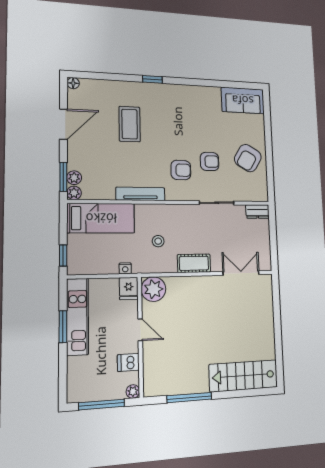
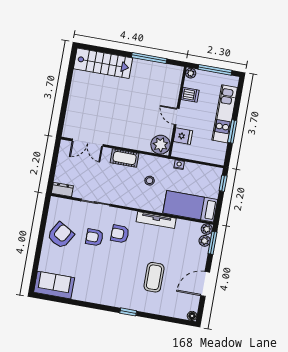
fridge: (129, 288) -> (183, 136), moved, turned 90
kitchen unit: (78, 317) -> (225, 114), moved

